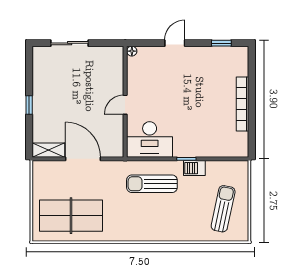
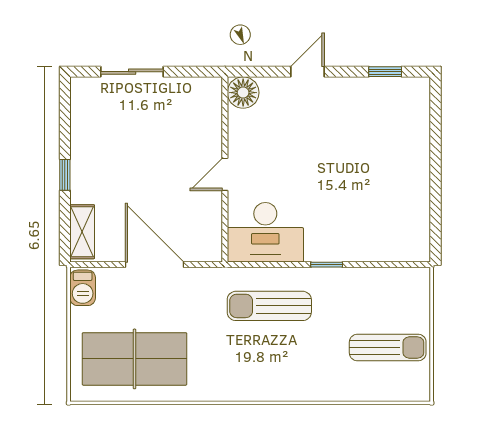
floor lamp: (132, 51) -> (243, 93), width x1.89, depth x1.89
bookcase: (243, 104) -> (420, 173), removed
shelving: (48, 150) -> (82, 232), moved, turned 90
barbecue: (194, 168) -> (83, 288), moved, turned -90
sun lounger: (223, 209) -> (388, 347), turned 78

